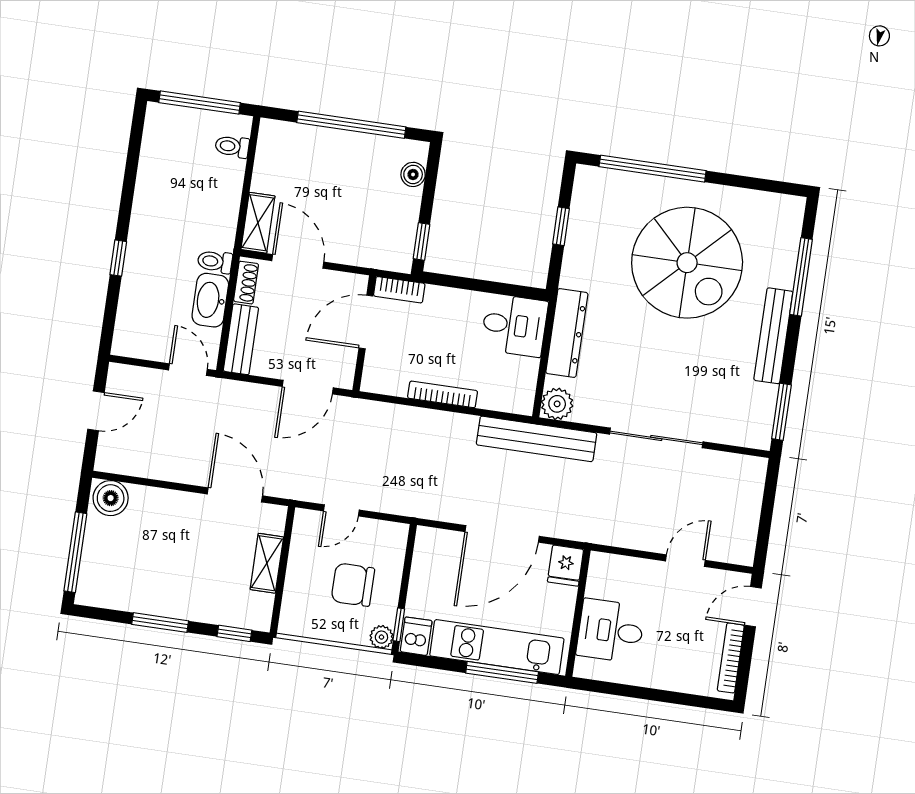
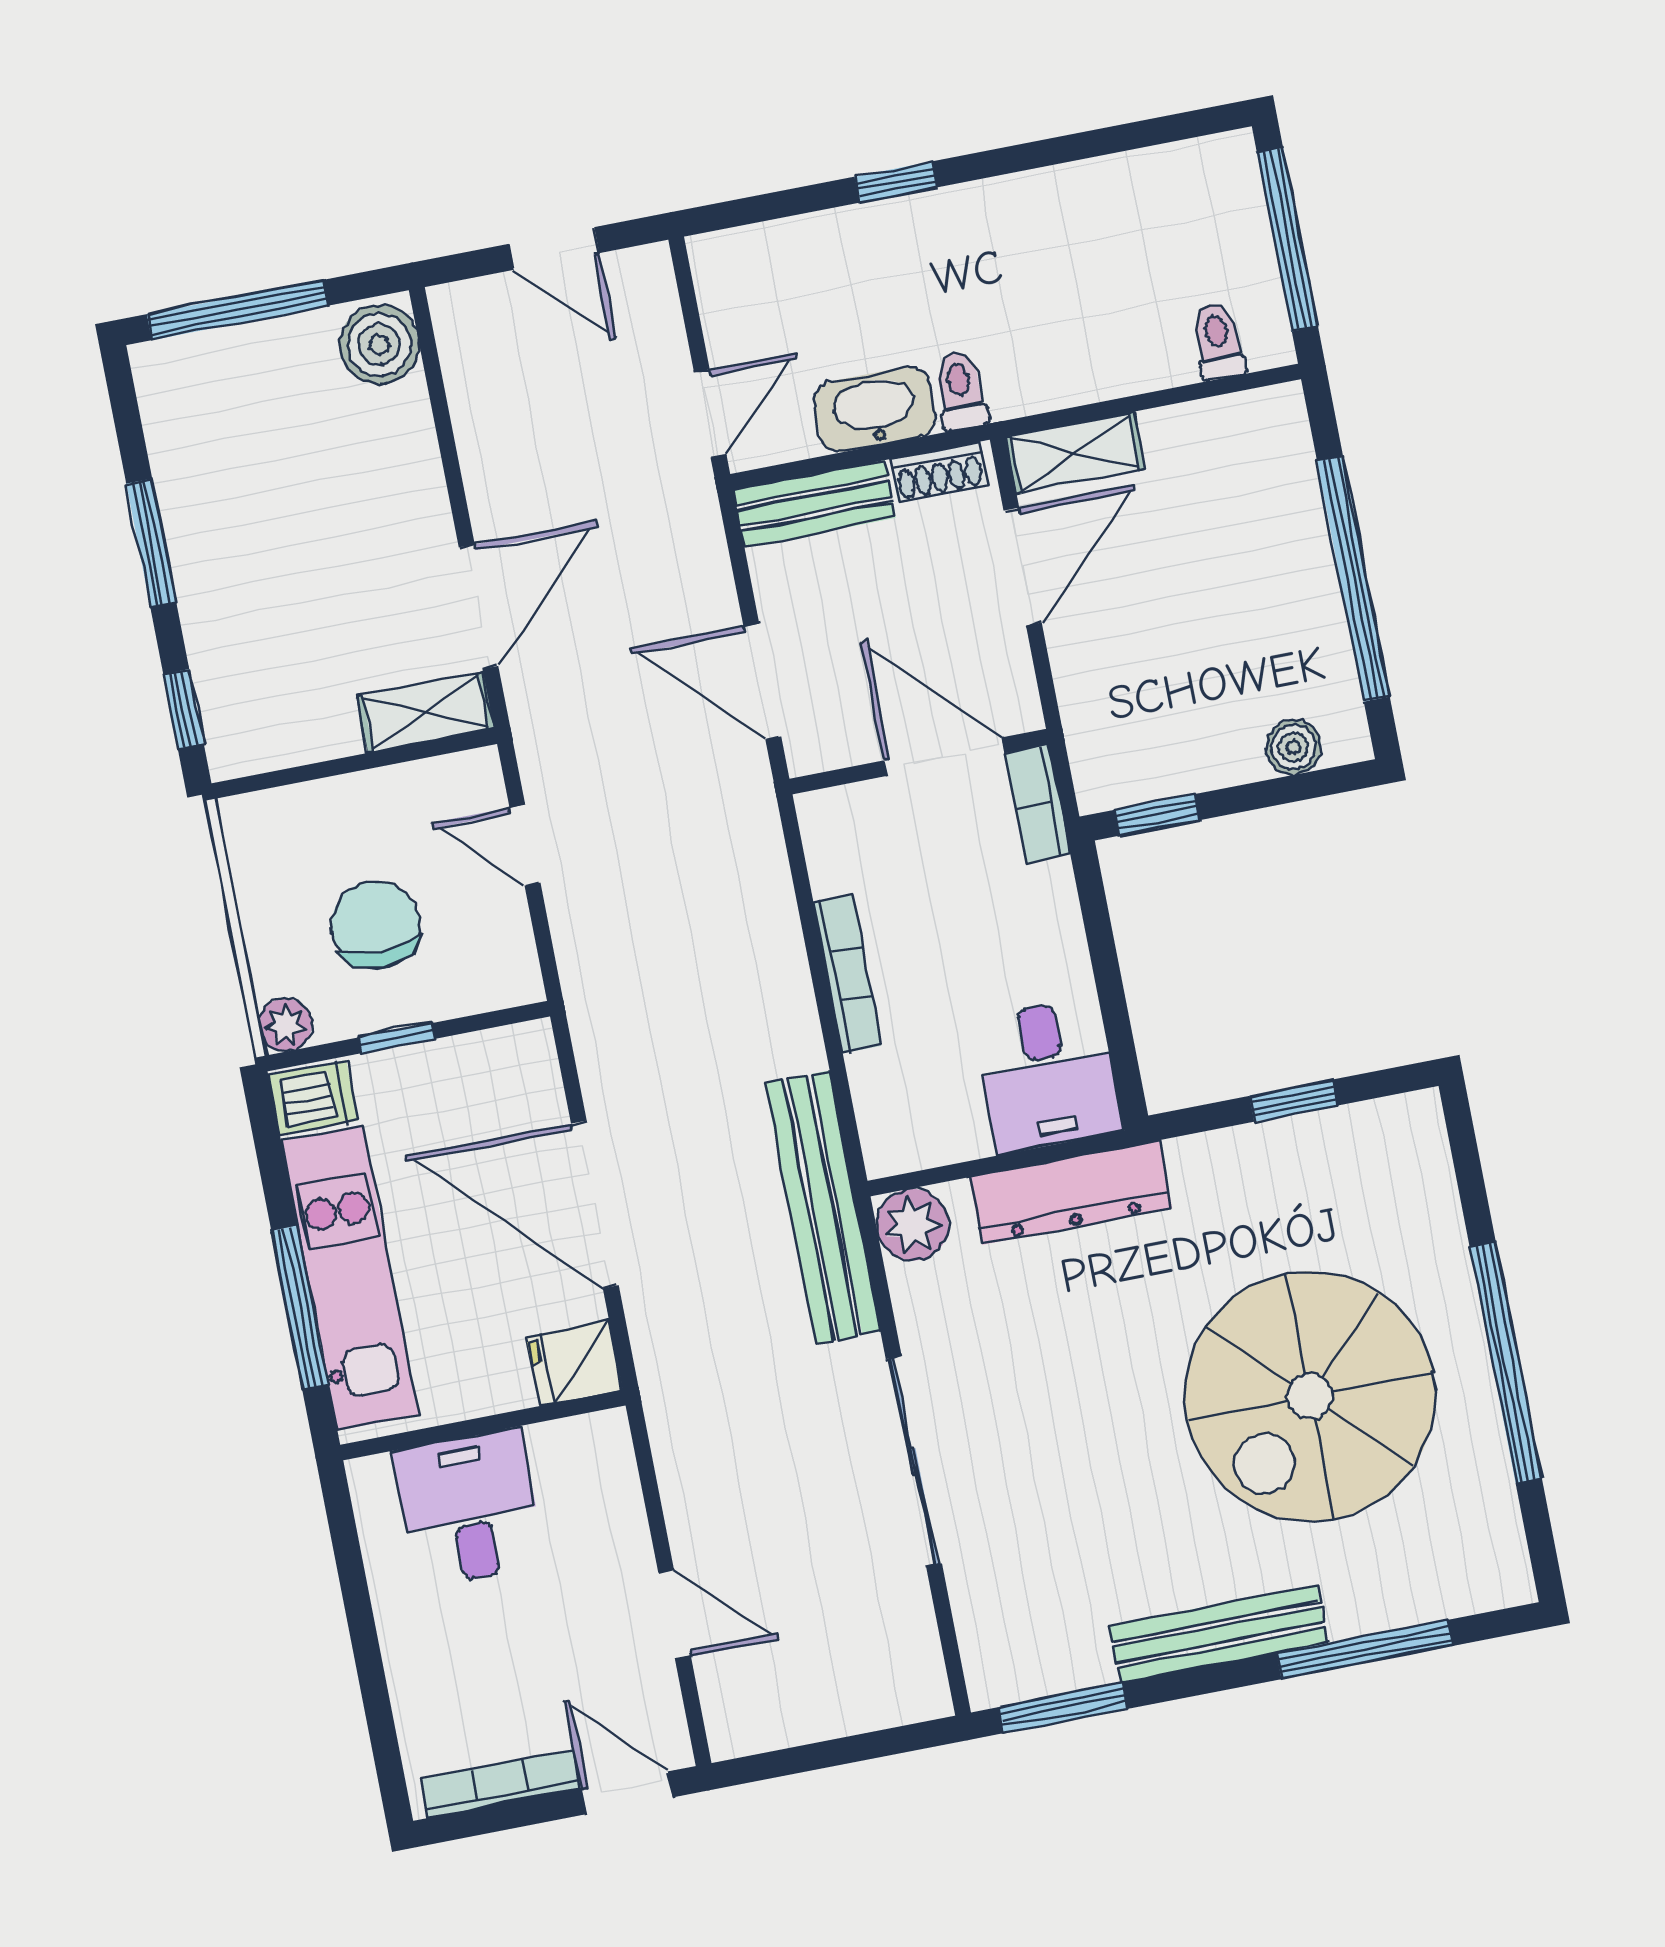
window: (653, 169) -> (1506, 1362), moved
shelving: (267, 563) -> (426, 712), moved
window: (399, 625) -> (397, 1038), moved

